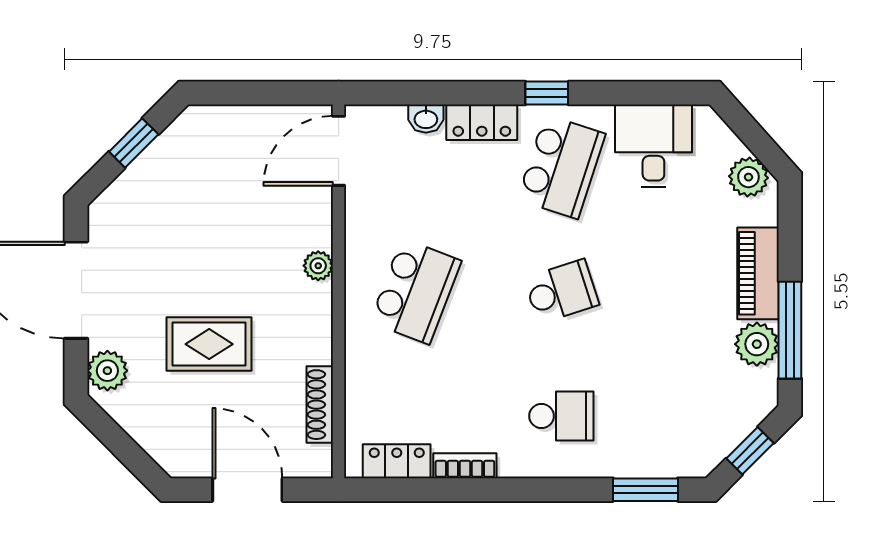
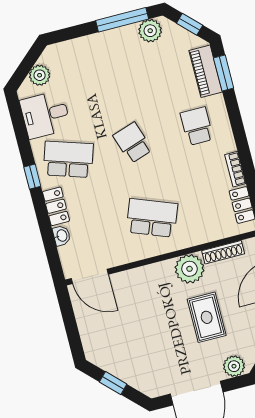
plant: (748, 177) -> (40, 75), moved
plant: (318, 266) -> (190, 269), moved, width x1.88, depth x1.88
piano: (758, 273) -> (206, 71), moved, turned 90
plant: (757, 344) -> (150, 31), moved

